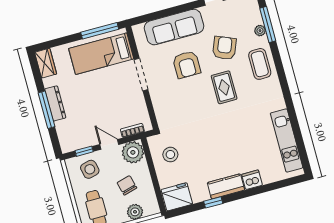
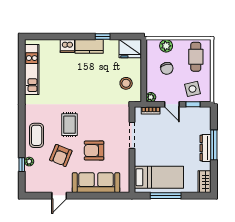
window: (268, 24) -> (22, 165), width x0.46
window: (100, 31) -> (166, 196), moved
armchair: (187, 64) -> (94, 151), turned -90
doorway: (141, 75) -> (132, 135), moved
plant: (133, 152) -> (151, 97), width x0.53, depth x0.53

